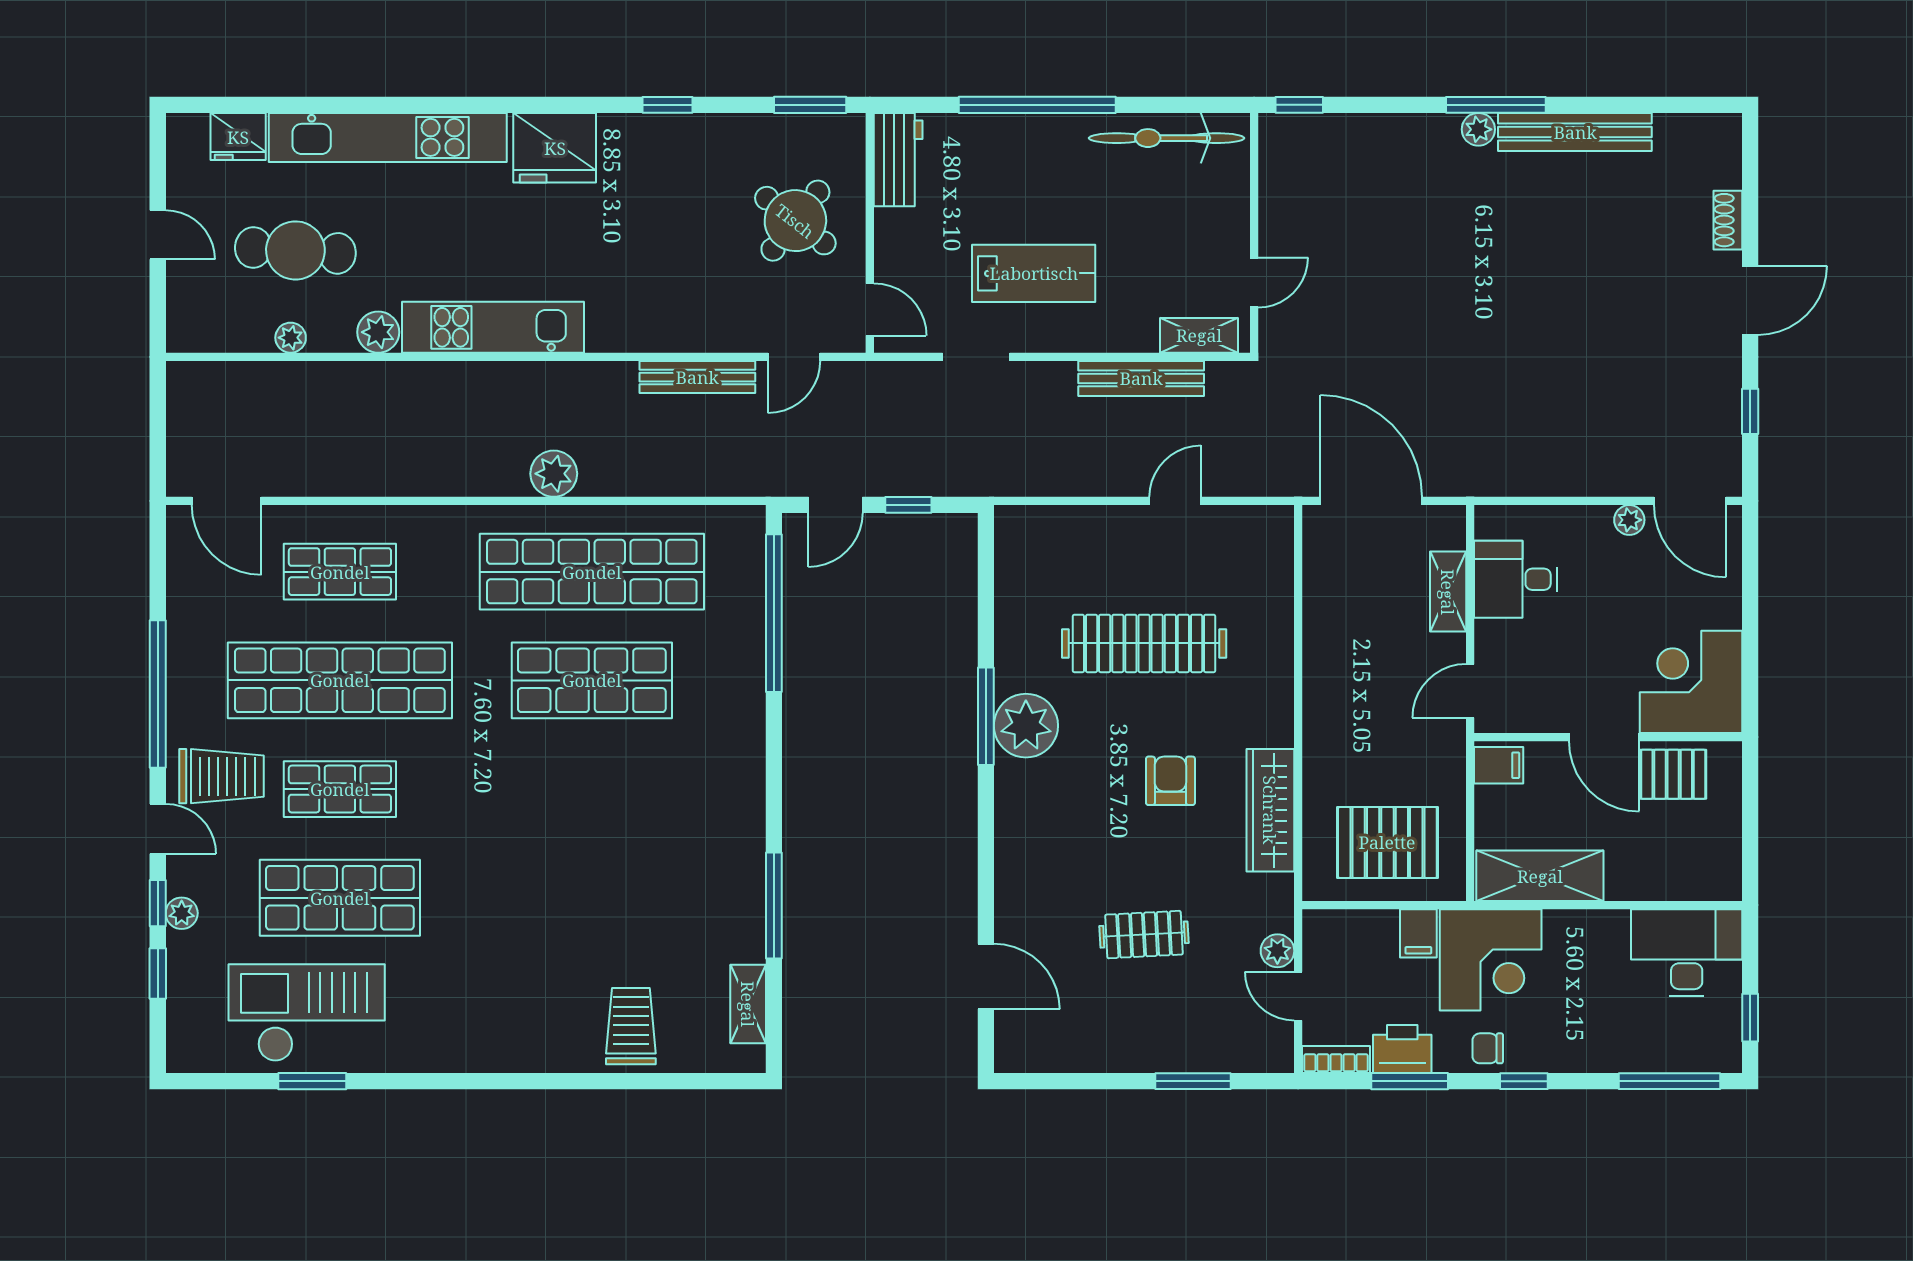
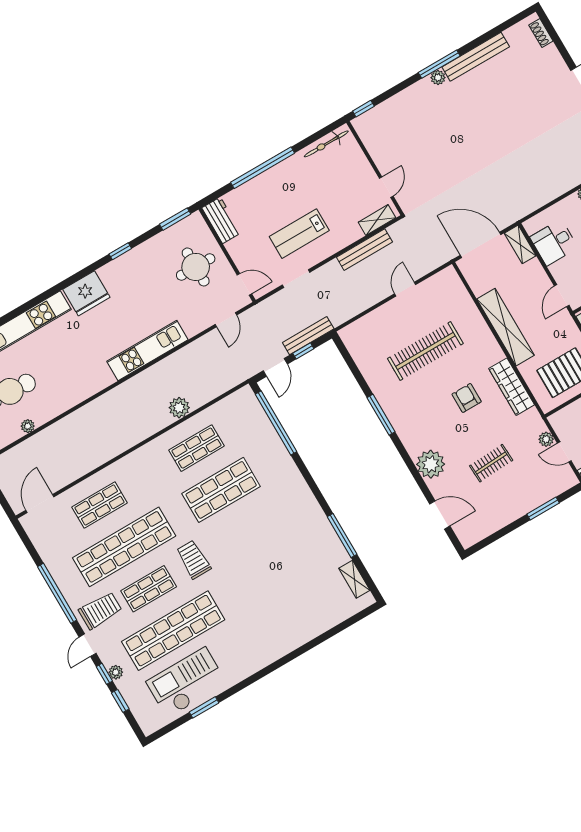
bicycle: (1167, 138) -> (326, 144), width x0.73, depth x0.71
shoe rack: (1728, 220) -> (541, 33), moved
round table: (795, 221) -> (196, 267), turned -38
lab bench: (1034, 273) -> (299, 234), turned 180
kitchen unit: (493, 327) -> (147, 350), moved
plant: (378, 332) -> (60, 404), removed
bench: (697, 377) -> (308, 336), moved
plant: (554, 474) -> (179, 408), moved
door: (226, 501) -> (40, 503), swing flipped
shop shelf: (592, 572) -> (197, 448), width x0.50, depth x0.74
shelving: (1448, 592) -> (520, 244), moved
shelving: (1326, 688) -> (506, 327), added
plant: (1026, 726) -> (431, 464), moved
door: (158, 829) -> (88, 645), swing flipped
shop shelf: (340, 898) -> (173, 631), width x1.40
trolley: (631, 1026) -> (194, 560), moved

